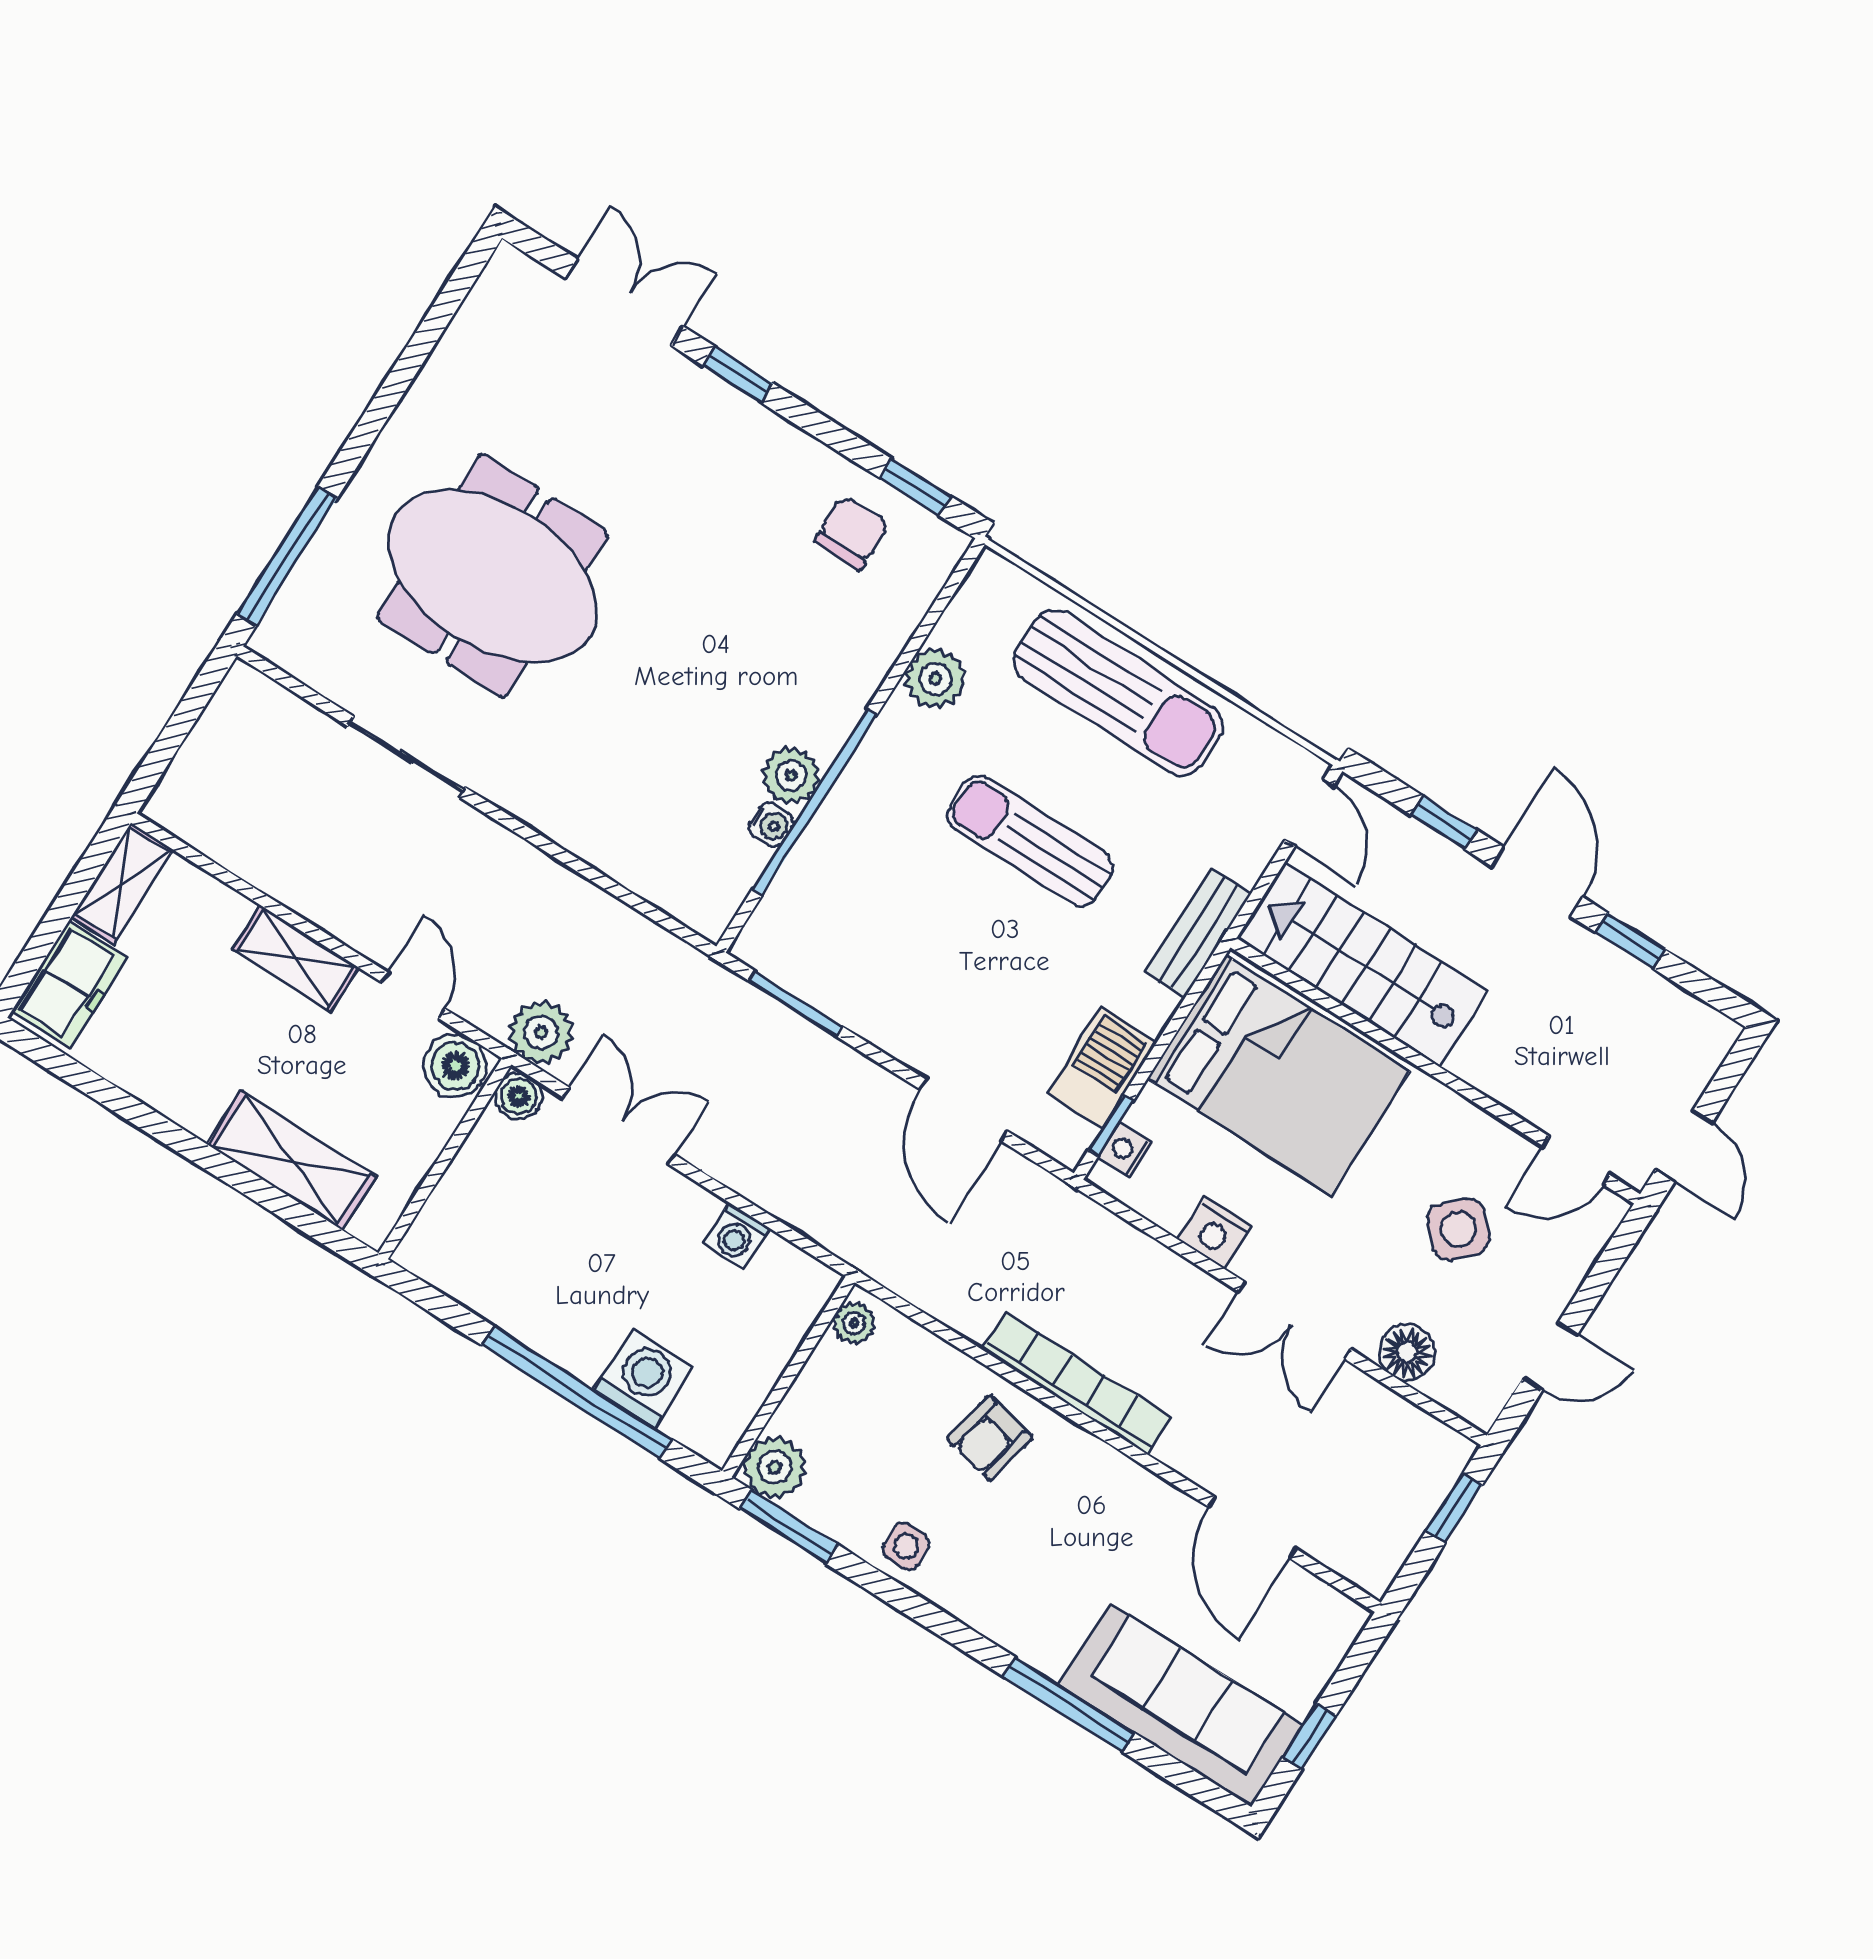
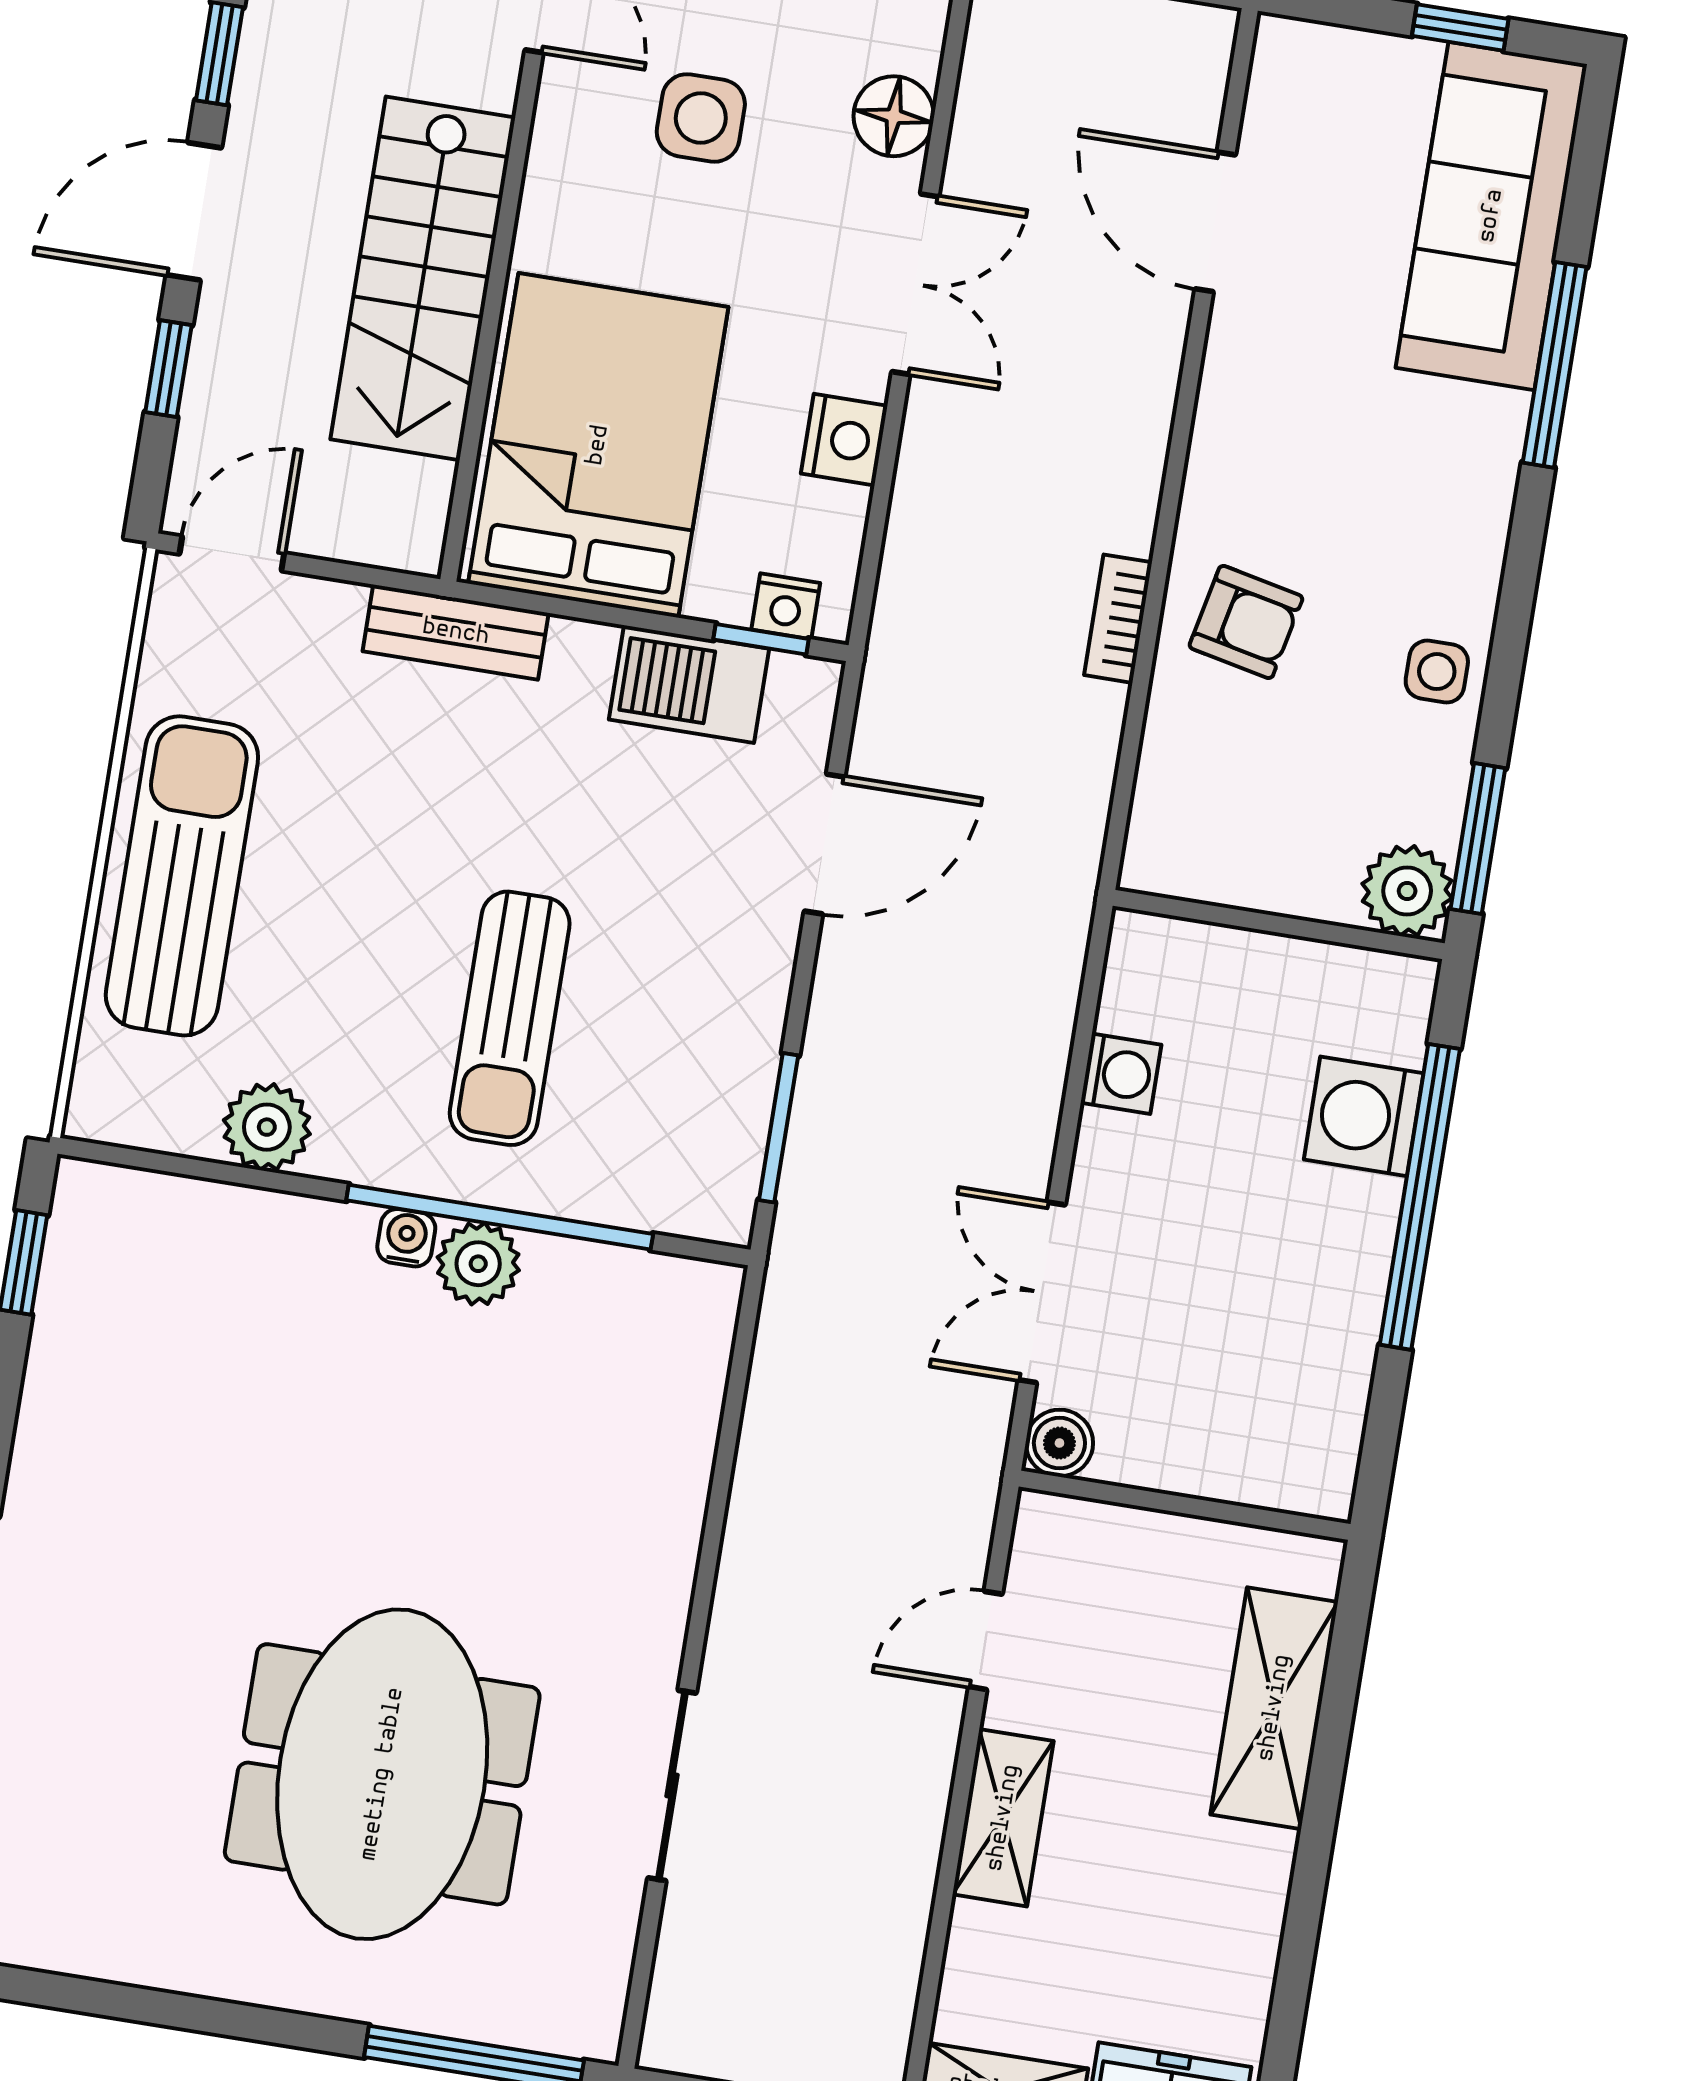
chair: (852, 533) -> (121, 1321), removed
water cooler: (771, 825) -> (406, 1238), moved
sun lounger: (1030, 841) -> (510, 1018), moved
stairs: (1362, 964) -> (423, 278), moved
plant: (541, 1032) -> (962, 1449), removed
boiler: (455, 1066) -> (1055, 1545), removed
side table: (1458, 1229) -> (701, 118), turned 45
plant: (854, 1323) -> (1170, 868), removed
bookcase: (1076, 1383) -> (1118, 619), width x0.43, depth x0.76
door: (1252, 1528) -> (1215, 222), swing flipped

